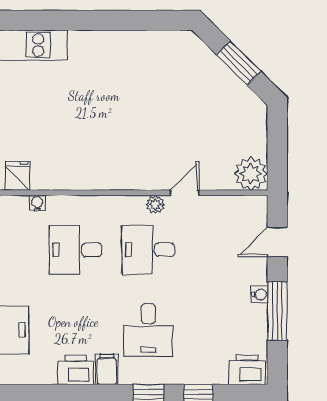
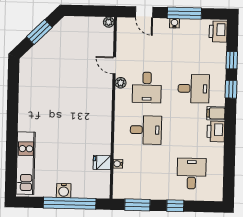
plant: (251, 174) -> (109, 22), width x0.53, depth x0.53
water cooler: (37, 203) -> (118, 164), moved
desk: (75, 250) -> (146, 130), turned -90

